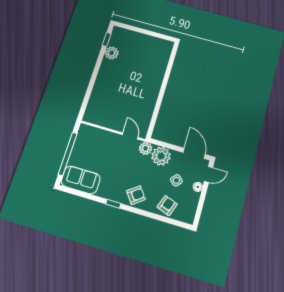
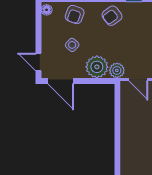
door: (208, 174) -> (38, 62), hinge flipped
floor lamp: (198, 187) -> (47, 10), moved

